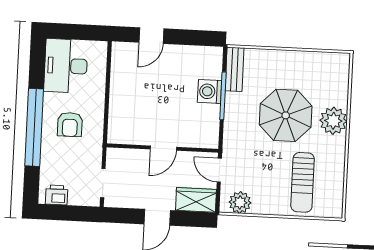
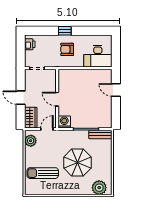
desk: (66, 66) -> (98, 56), moved, turned 180
washing machine: (210, 91) -> (64, 122), moved
plant: (333, 121) -> (99, 188), moved
window: (34, 127) -> (65, 31), width x0.32

